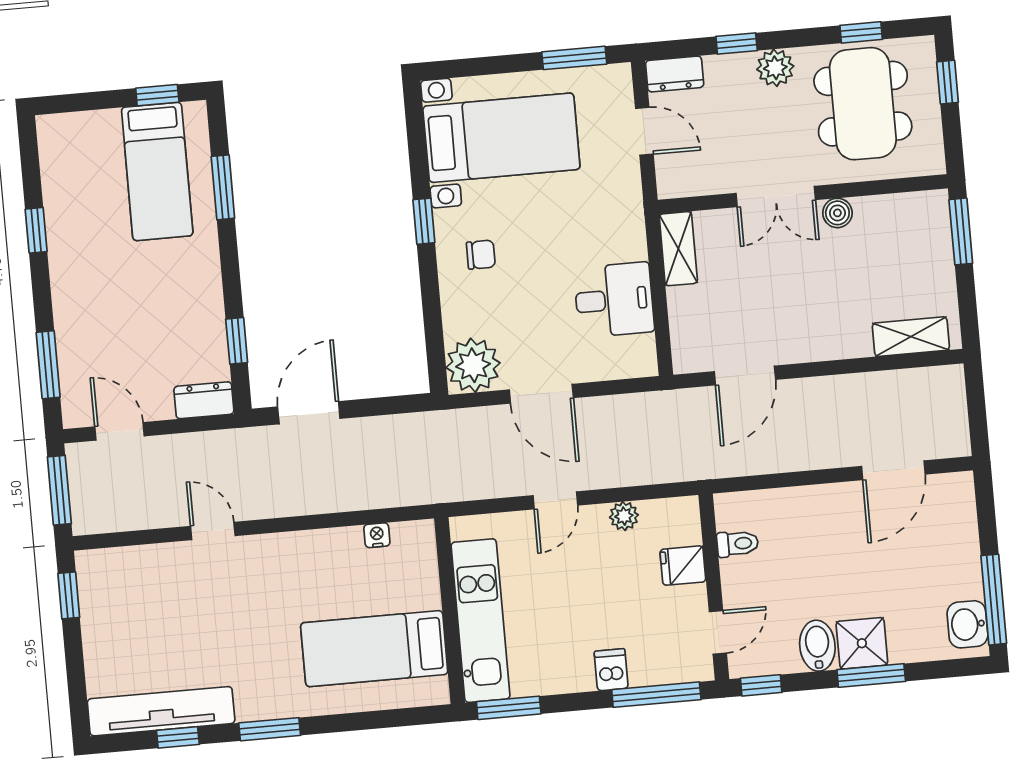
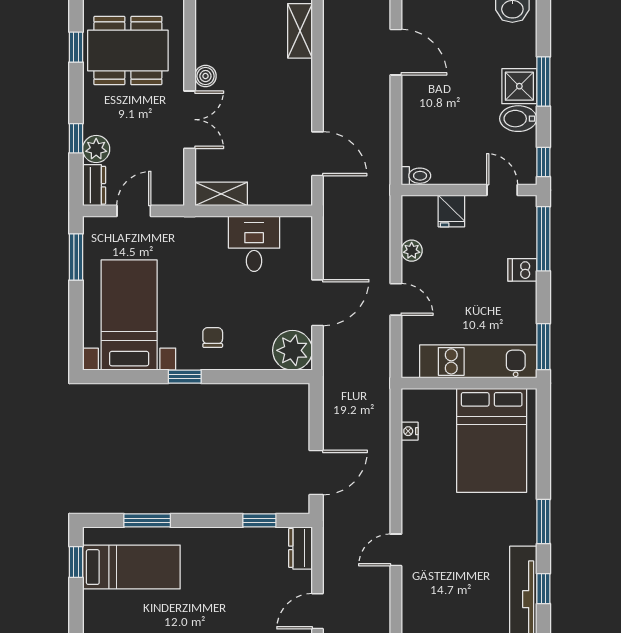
plant: (775, 68) -> (96, 149), moved
door: (309, 413) -> (316, 473), swing flipped
toilet: (738, 544) -> (416, 176), moved, turned 90
bed: (374, 649) -> (492, 440), width x1.50

